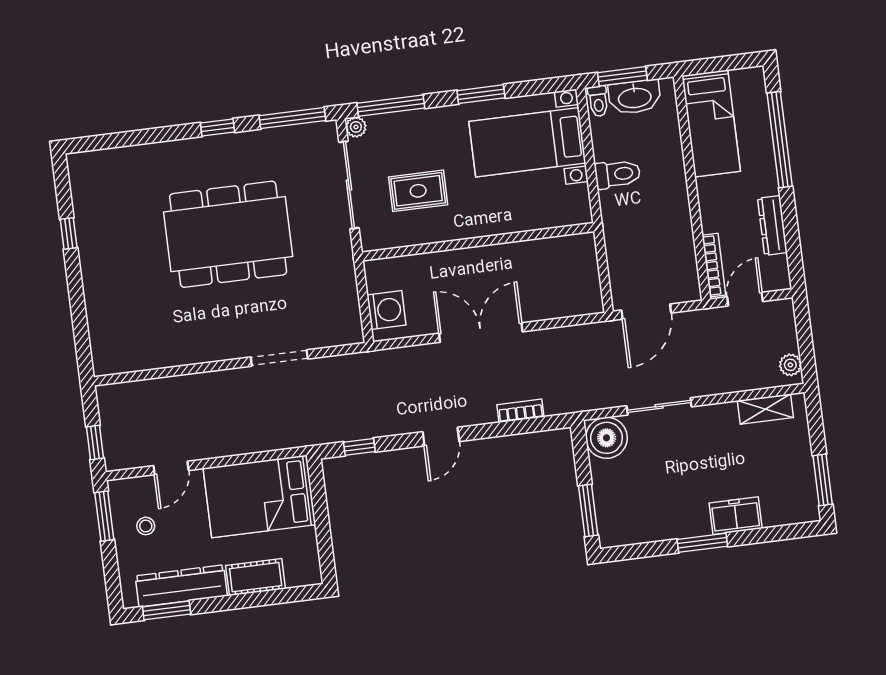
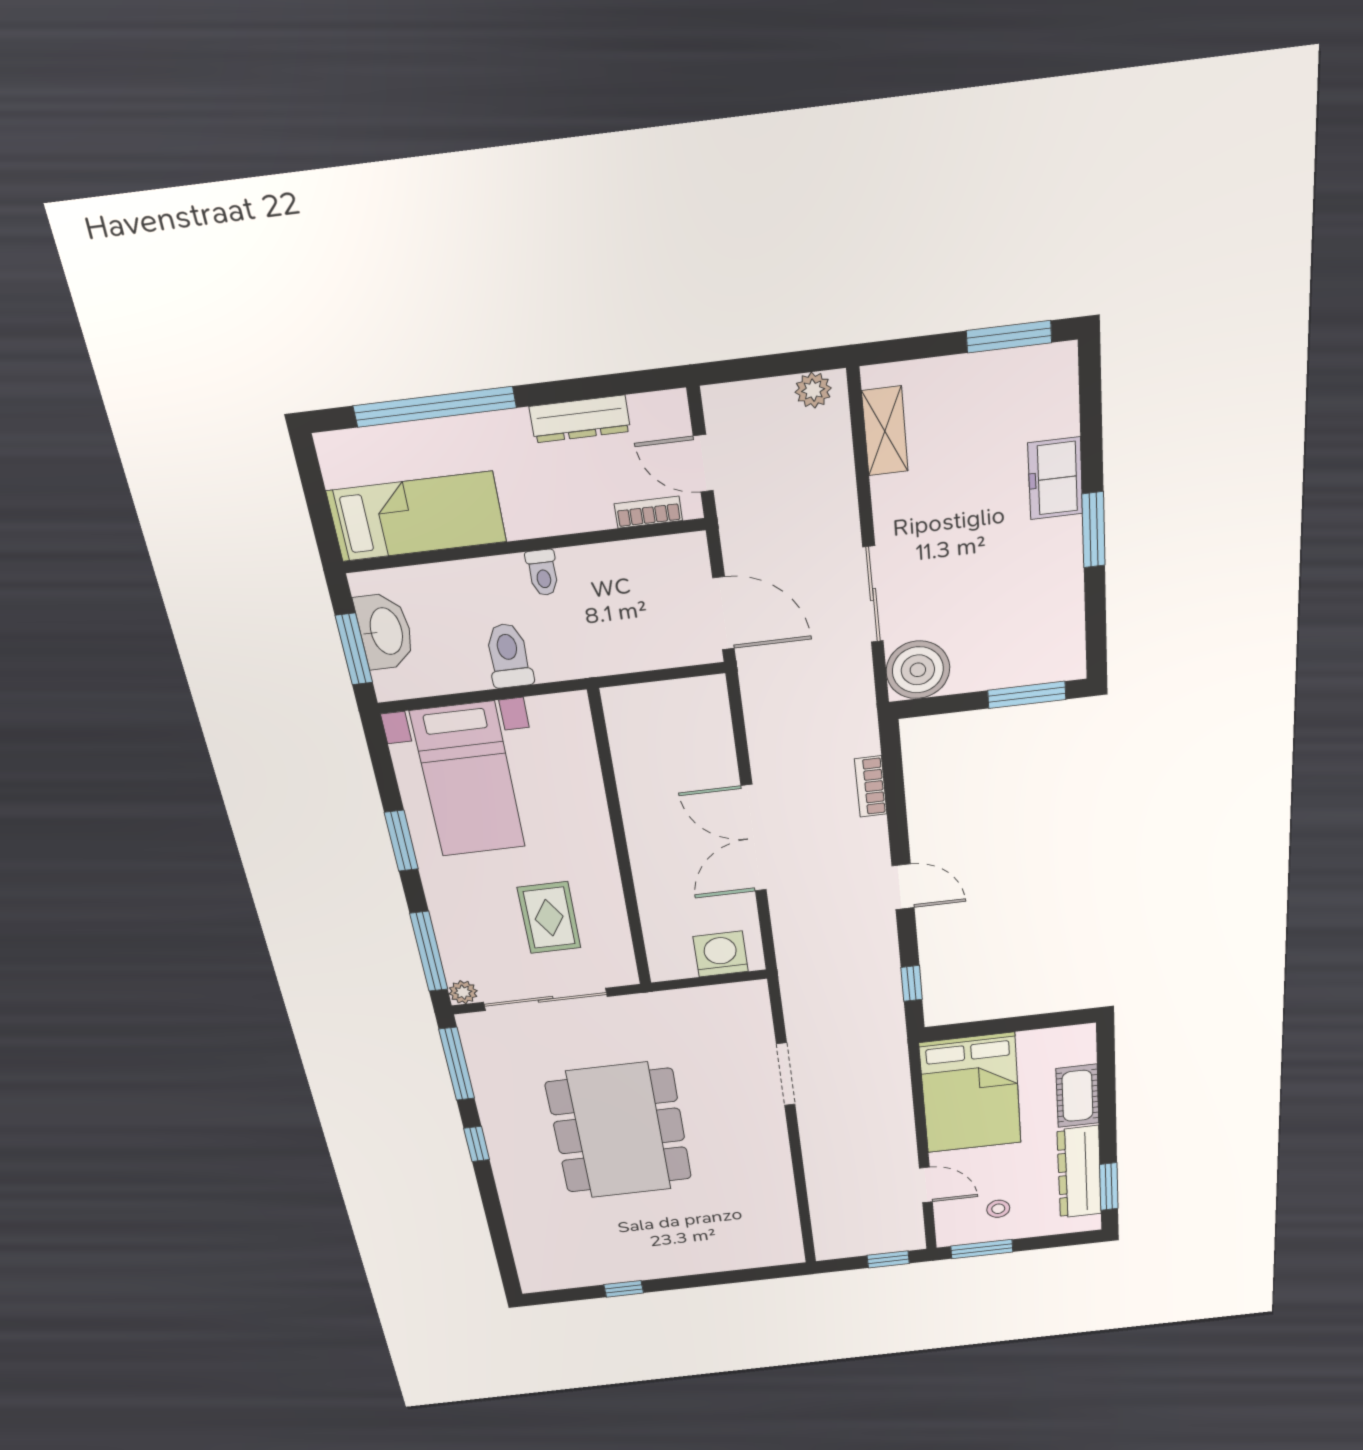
toilet: (598, 101) -> (543, 573), moved, turned 90
bookcase: (714, 265) -> (648, 512), width x0.64

